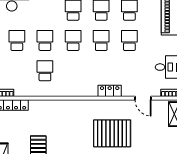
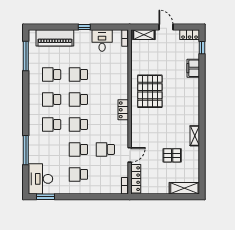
locker: (110, 91) -> (123, 110), moved
door: (143, 98) -> (130, 155), moved
pallet: (112, 133) -> (150, 91), moved

